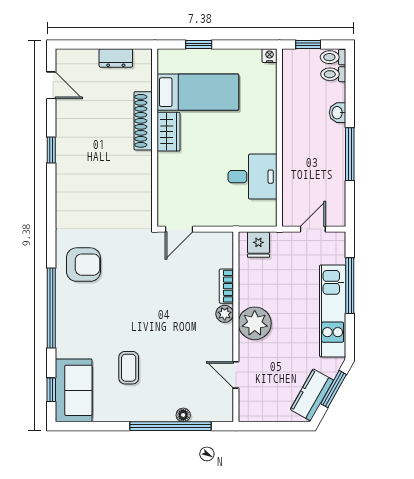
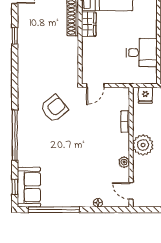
armchair: (83, 265) -> (54, 108), moved, turned -40
plant: (225, 314) -> (124, 162), moved
coffee table: (129, 368) -> (64, 173), removed
door: (236, 375) -> (131, 191), moved
window: (171, 426) -> (54, 210), moved

